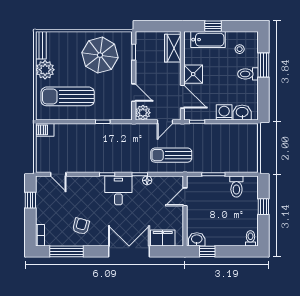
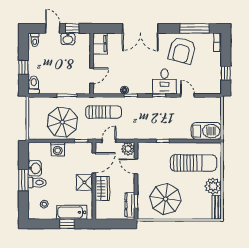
dresser: (141, 48) -> (130, 205), added
wardrobe: (173, 48) -> (102, 188), moved
window: (263, 65) -> (24, 180), moved
door: (182, 97) -> (94, 163), swing flipped
washbasin: (242, 113) -> (35, 168), moved, turned -90
barbecue: (45, 130) -> (206, 131), width x1.88, depth x1.53
parasol: (219, 144) -> (62, 122), added
door: (58, 174) -> (187, 95), moved
toilet: (236, 187) -> (34, 85), moved
desk: (118, 190) -> (164, 81), moved
armchair: (81, 226) -> (182, 50), width x1.88, depth x1.88
filing cabinet: (163, 238) -> (100, 44), moved, turned -90
washbasin: (197, 239) -> (68, 39), moved
door: (230, 251) -> (53, 28), added

